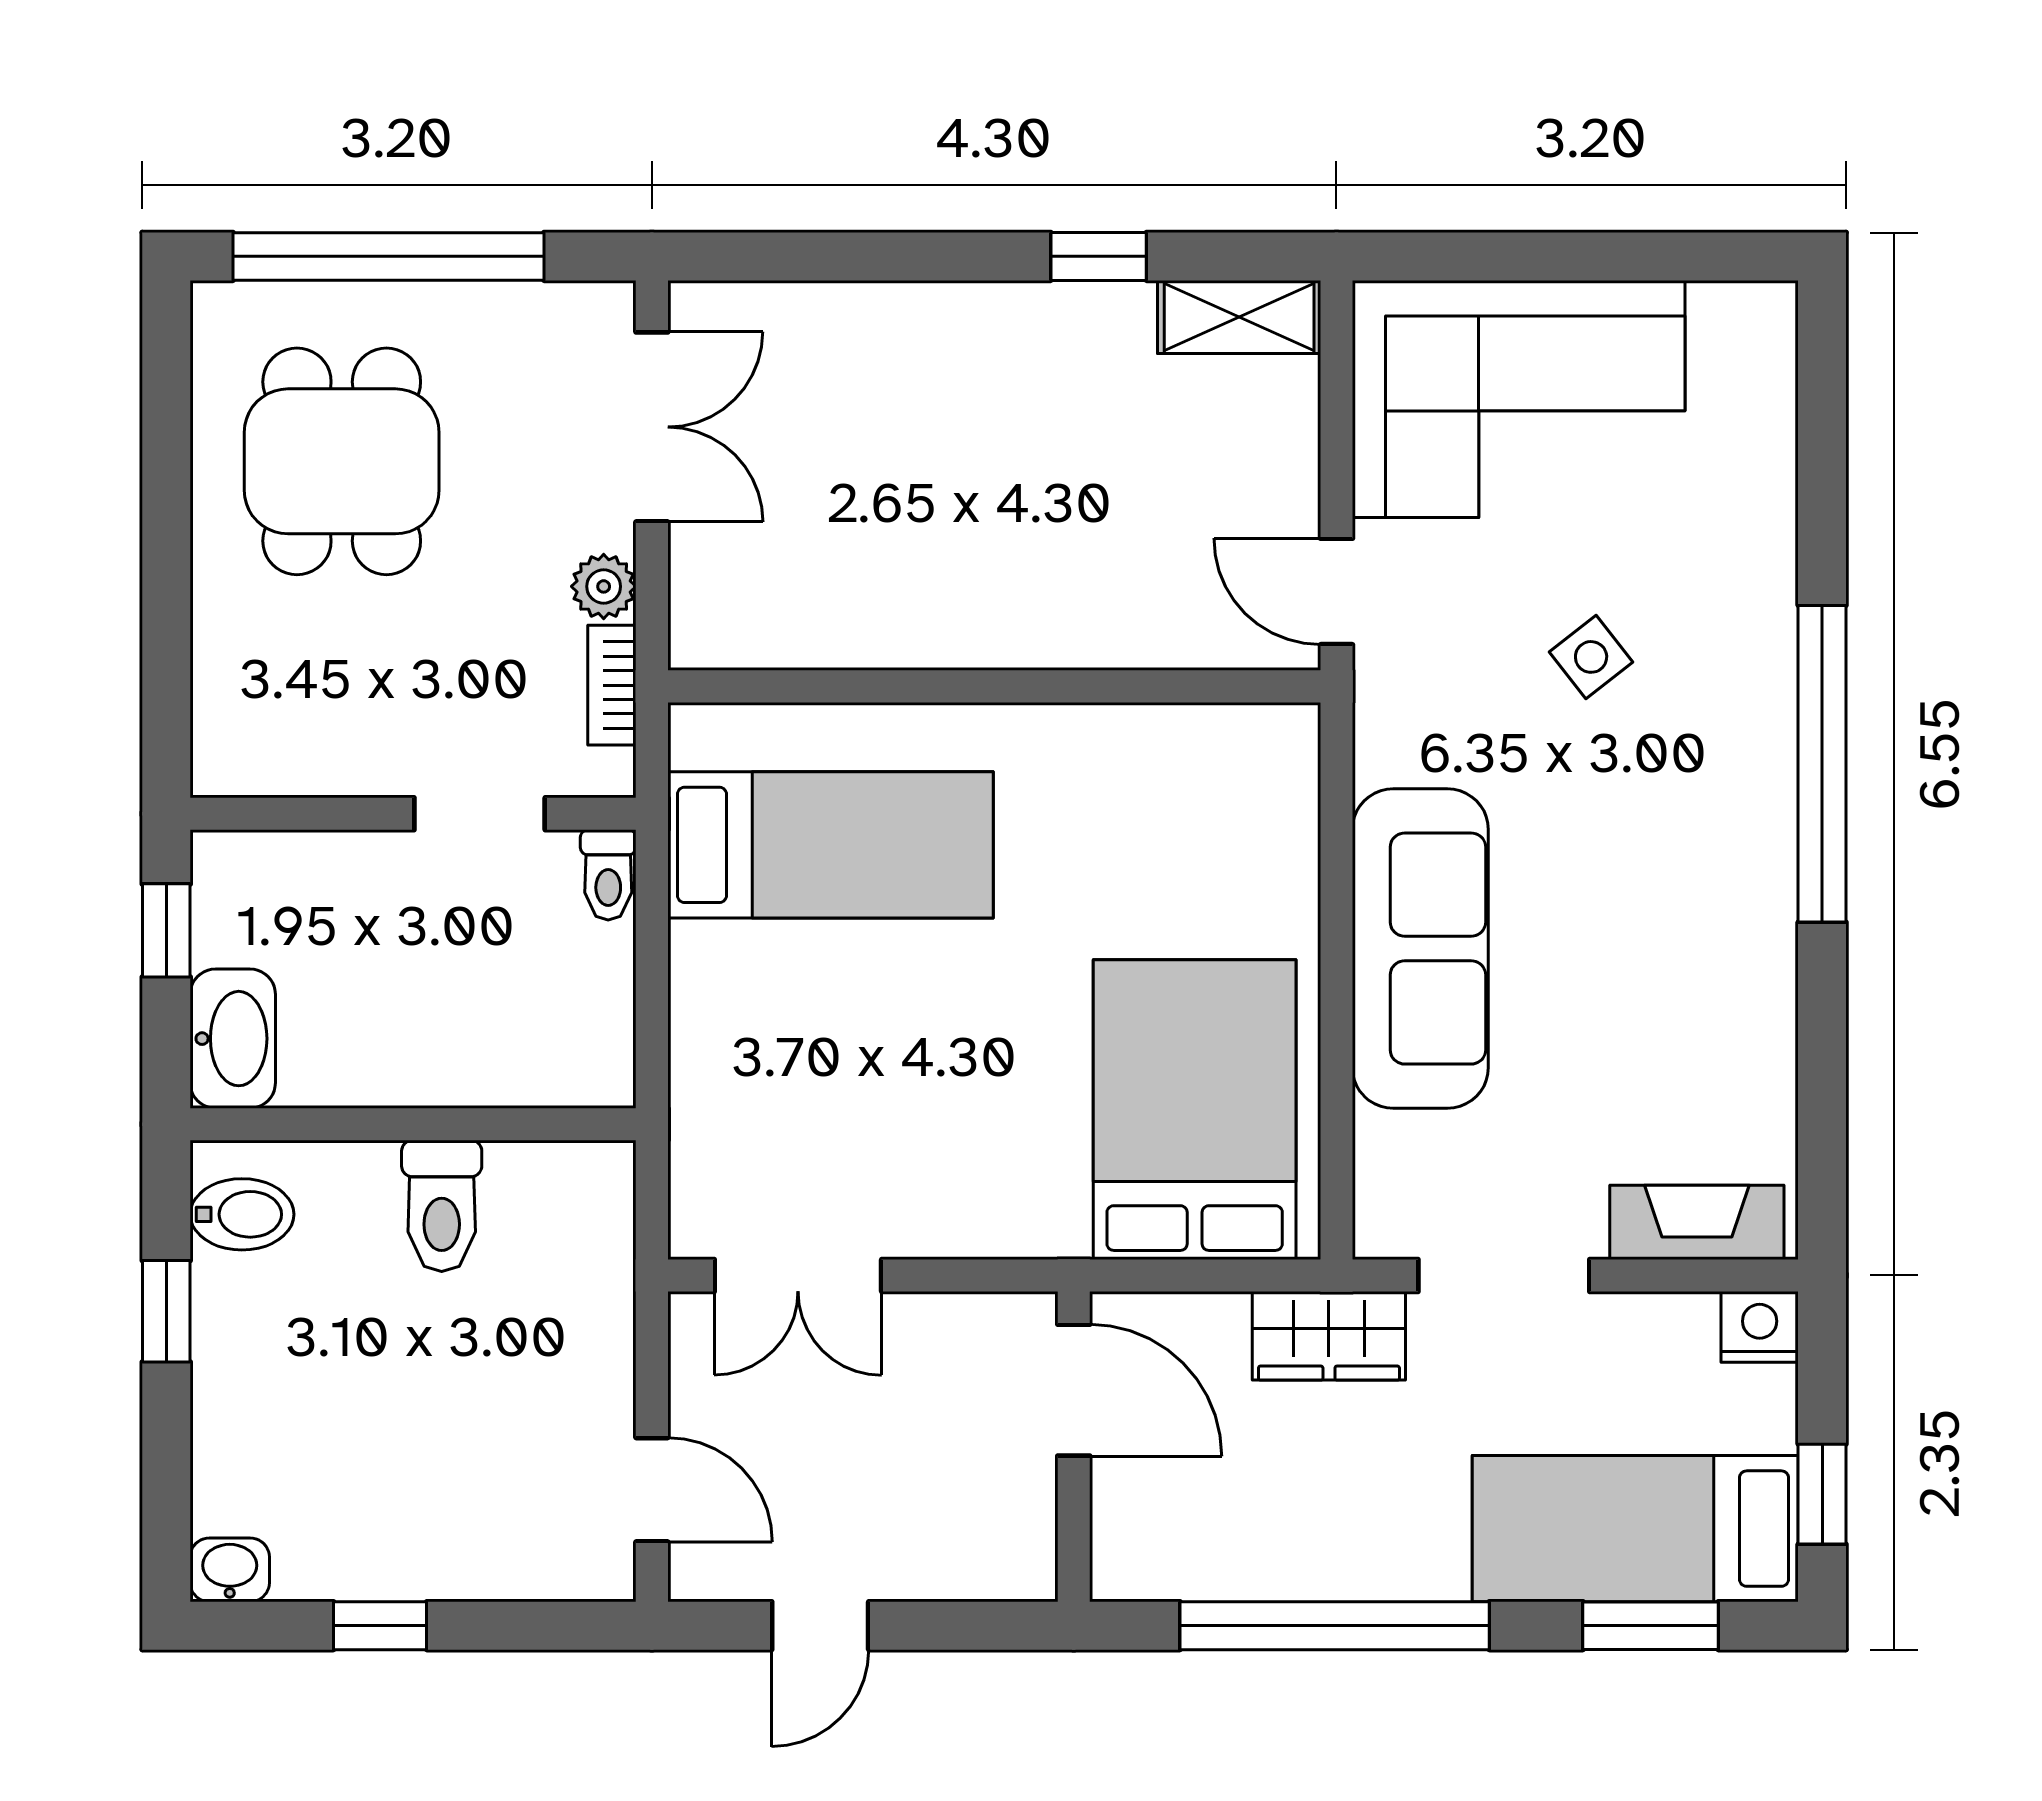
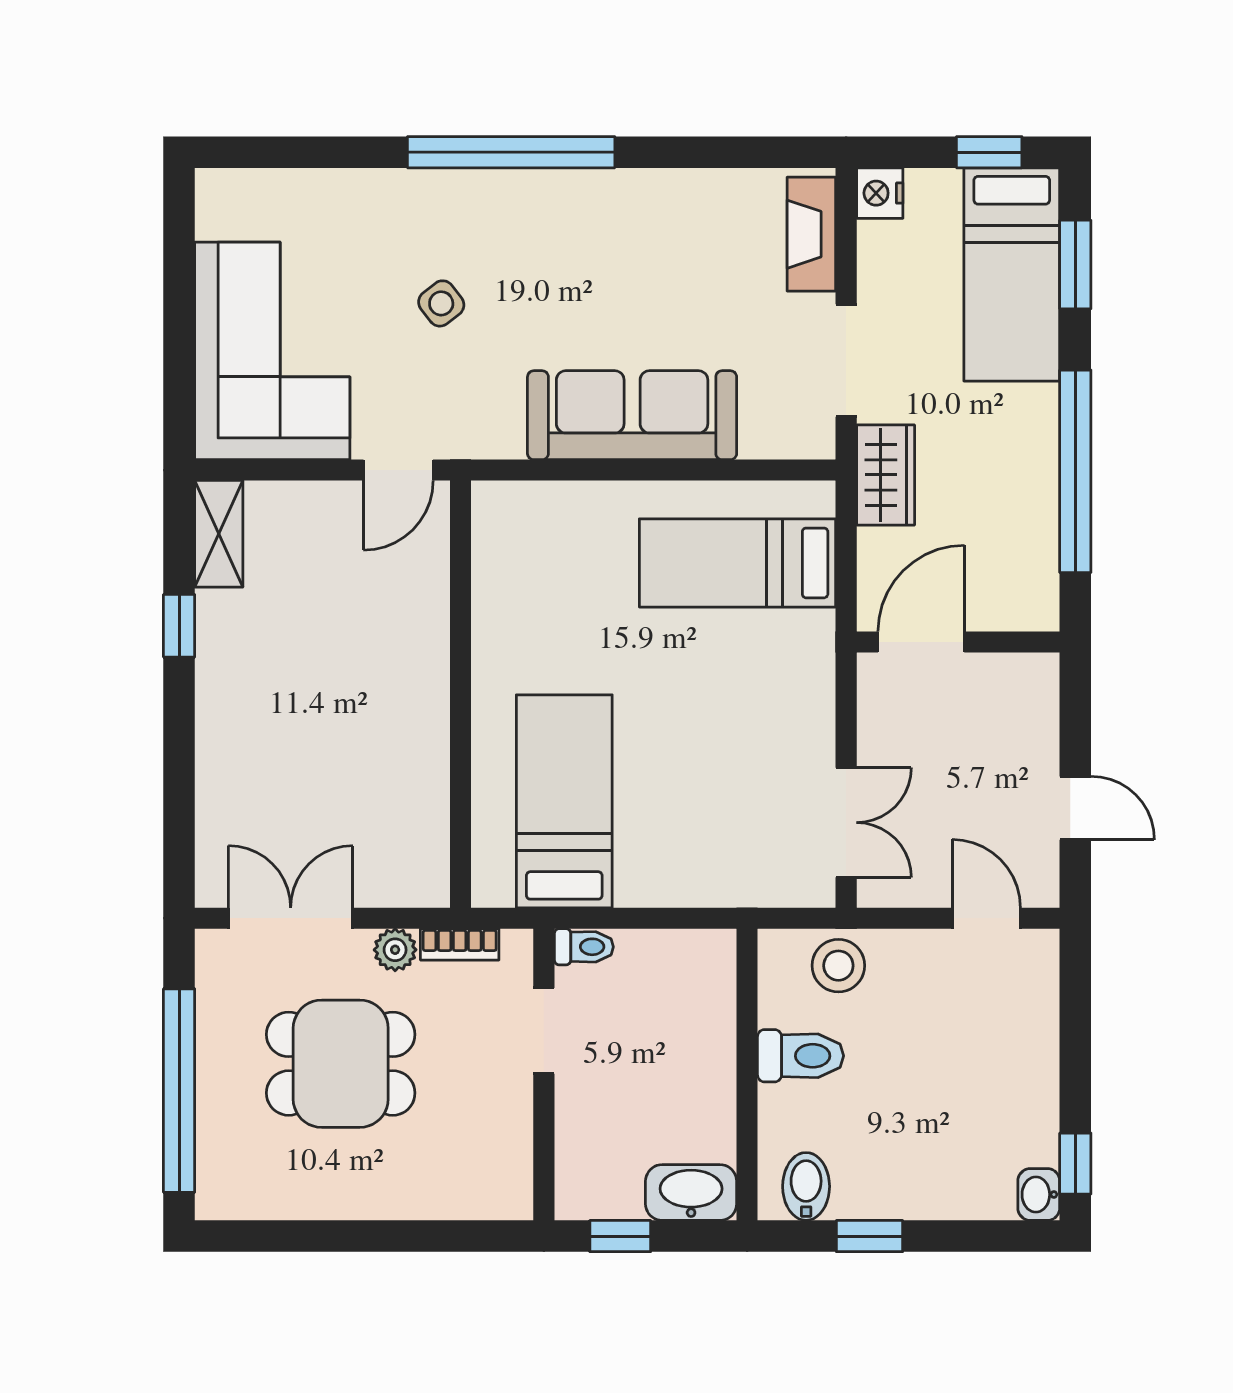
dining table: (342, 461) -> (341, 1064), moved
bed: (1195, 1110) -> (738, 563), width x0.67
stool: (579, 1264) -> (838, 966), added
door: (652, 1490) -> (986, 918), hinge flipped
window: (380, 1626) -> (1075, 1164), moved

